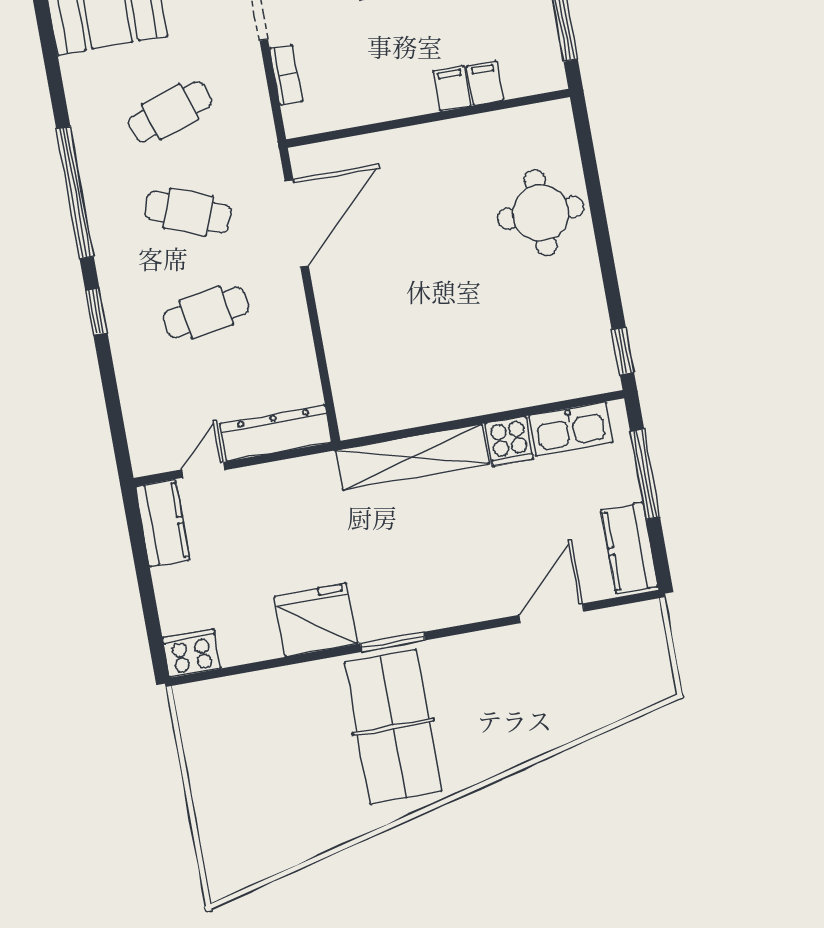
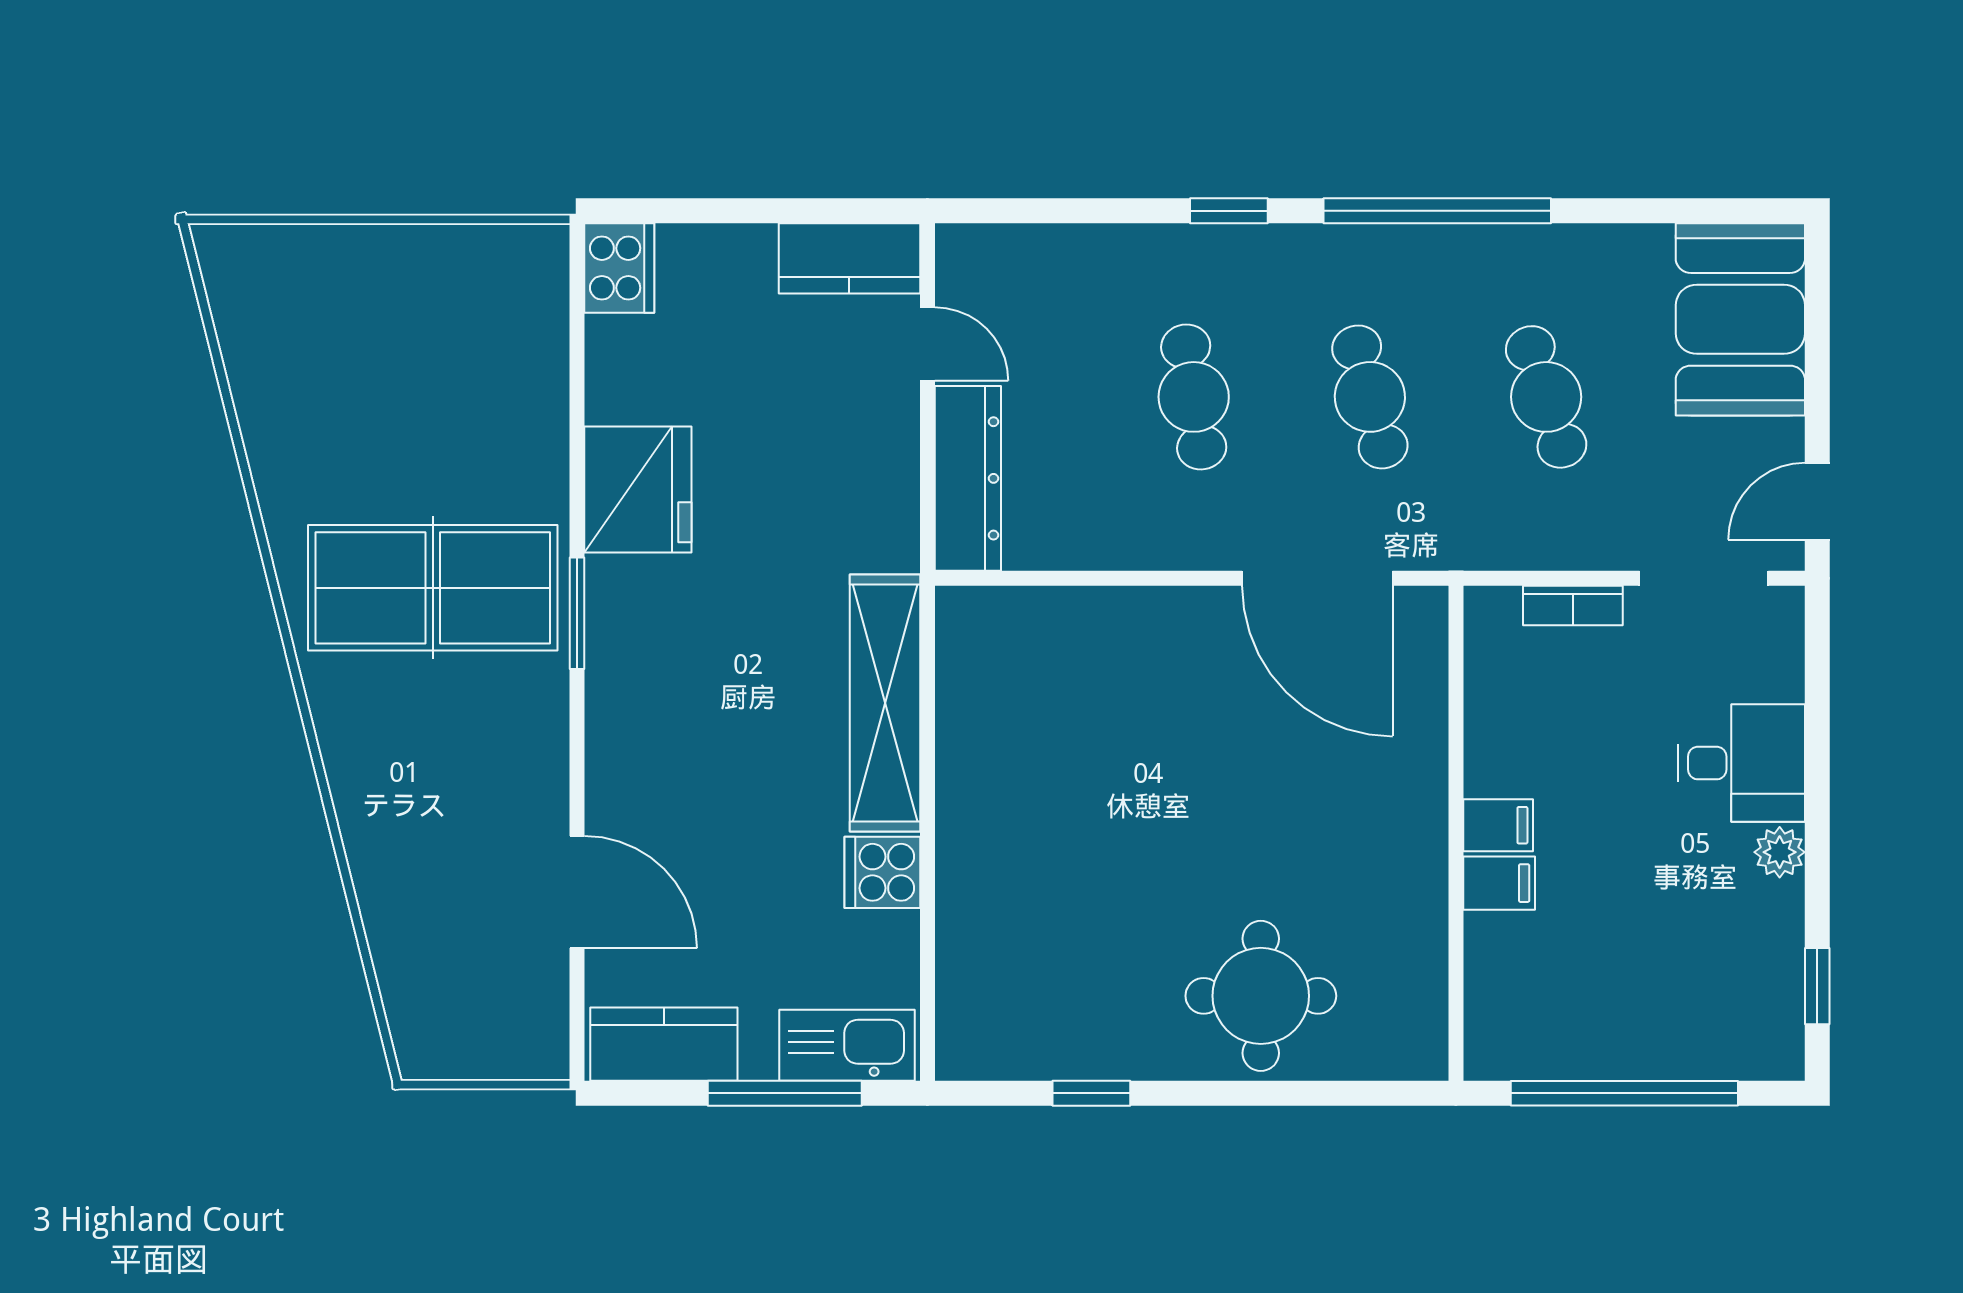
filing cabinet: (485, 83) -> (1498, 825), moved
cafe table: (188, 212) -> (1370, 397), turned -36
window: (623, 351) -> (1091, 1093), moved
kitchen sink: (571, 429) -> (847, 1045), moved, turned 90

